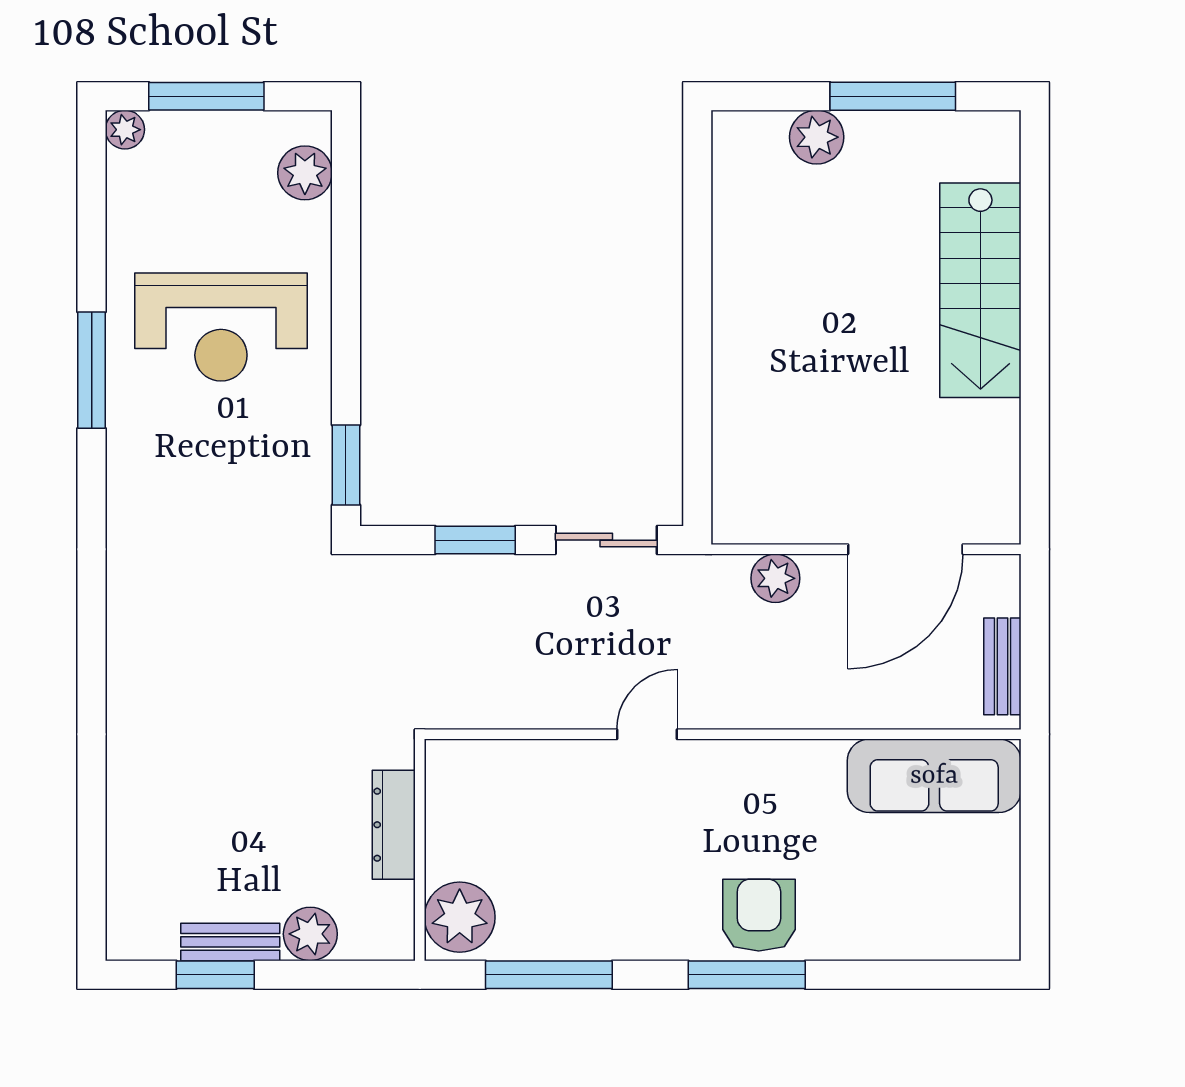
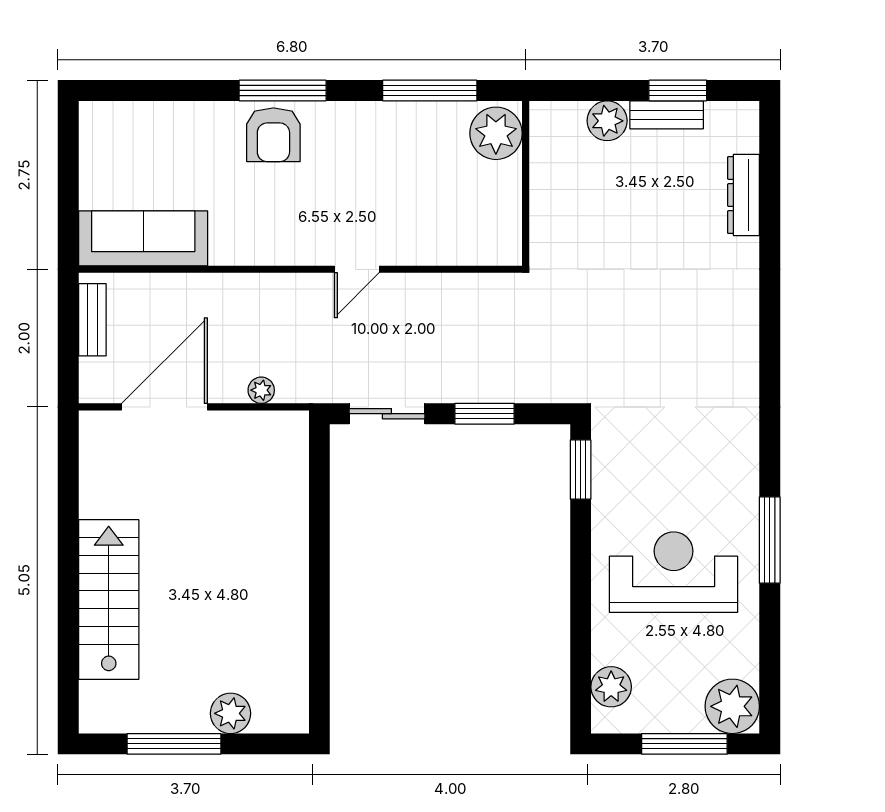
plant: (125, 130) -> (732, 706), width x1.88, depth x1.88
plant: (775, 578) -> (261, 390), width x0.73, depth x0.73
dresser: (394, 825) -> (744, 195), moved, turned 180

